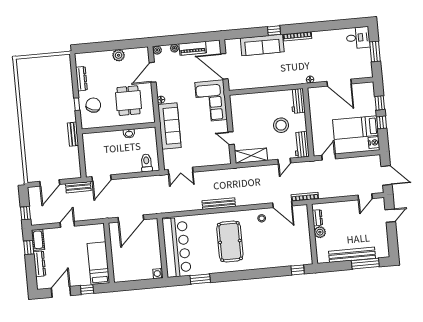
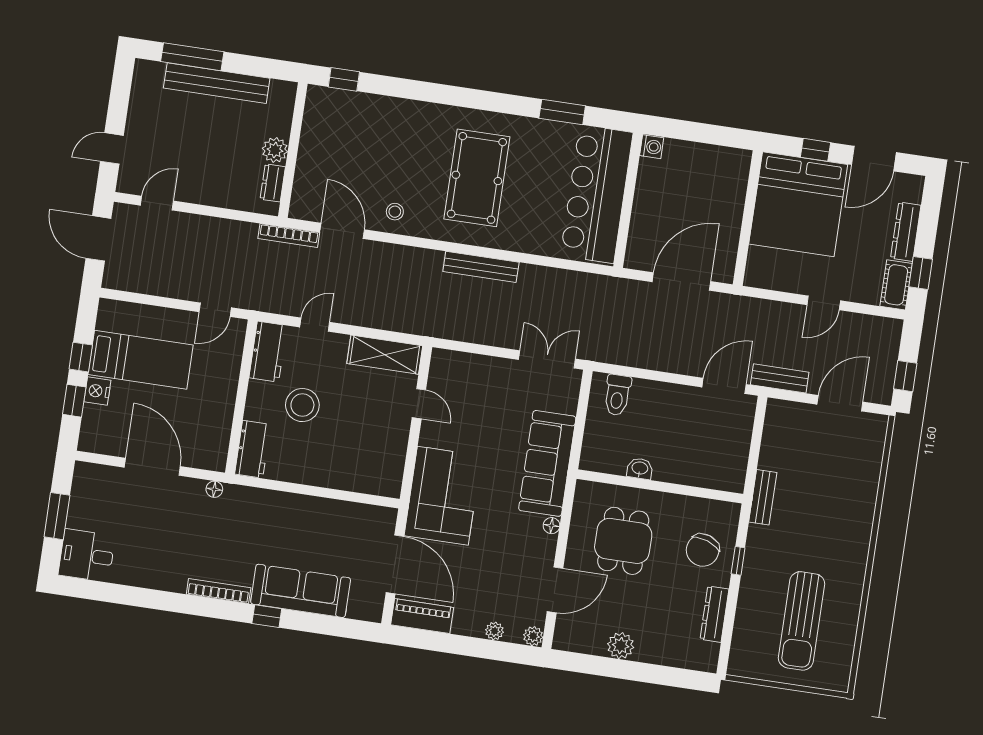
piano: (193, 48) -> (422, 616), moved
sun lounger: (43, 85) -> (802, 621), added
nightstand: (374, 142) -> (97, 391), moved
window: (26, 213) -> (905, 376), moved
bed: (98, 263) -> (798, 204), width x2.04

